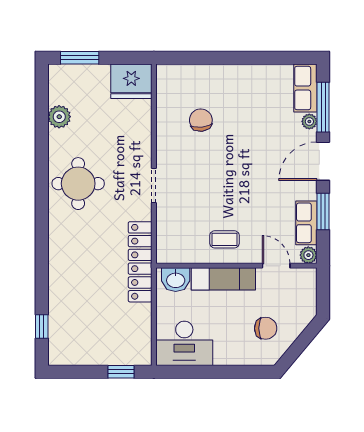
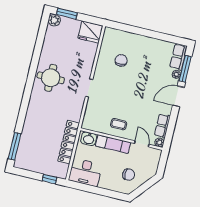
plant: (59, 117) -> (54, 20), moved
window: (323, 212) -> (172, 122), removed
locker: (140, 262) -> (69, 142), moved
window: (42, 326) -> (15, 146), width x2.17

